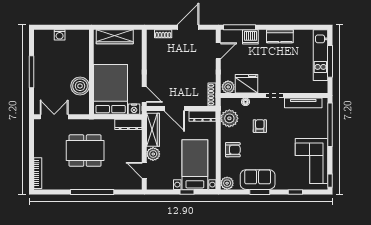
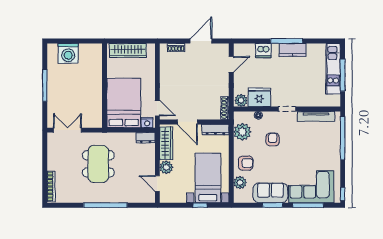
window: (240, 27) -> (286, 41), moved
washing machine: (60, 35) -> (68, 53), width x1.89, depth x1.89
boiler: (80, 86) -> (93, 100), removed
dresser: (128, 124) -> (146, 138), width x0.70
dining table: (85, 151) -> (98, 164), turned 90
corner sofa: (312, 161) -> (311, 187), moved, turned 90
plant: (227, 183) -> (240, 183), moved
window: (295, 192) -> (308, 205), width x2.17

